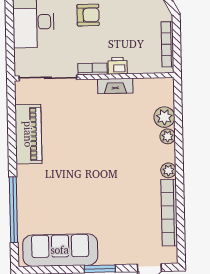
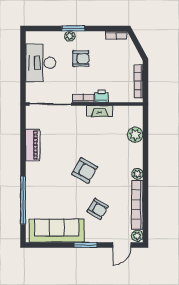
piano: (28, 134) -> (33, 145), width x0.73, depth x0.75
plant: (168, 136) -> (137, 236), moved
armchair: (97, 167) -> (85, 170), added
armchair: (115, 219) -> (98, 209), added

